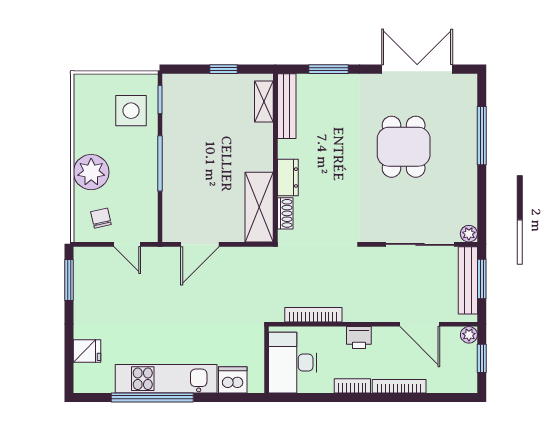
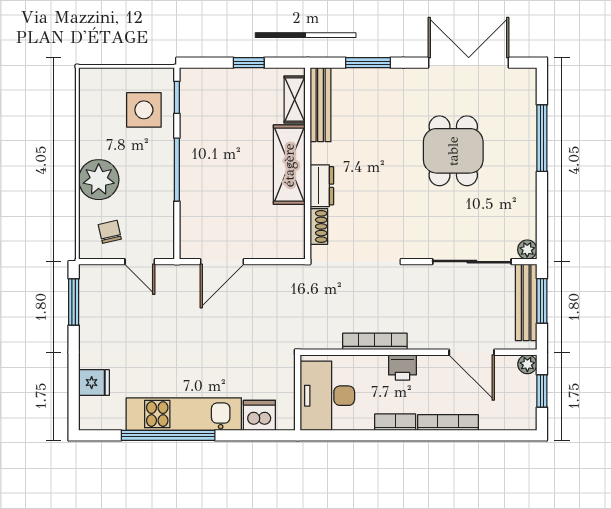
shelving: (259, 207) -> (289, 165), moved
bookcase: (313, 315) -> (375, 341), moved

